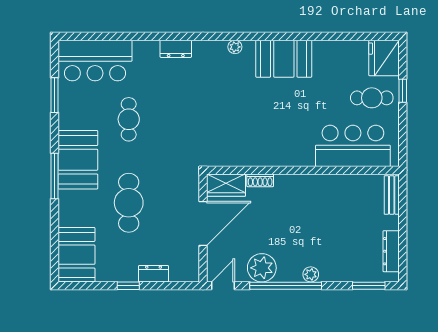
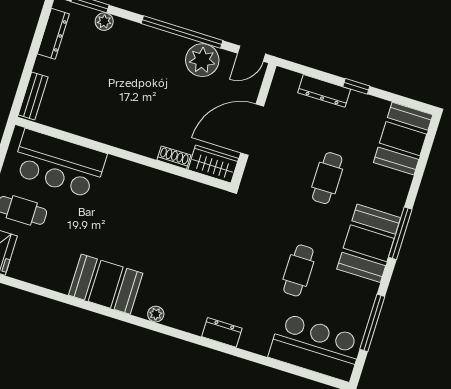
window: (54, 95) -> (372, 323), width x1.44
cafe table: (129, 203) -> (327, 178), width x0.73, depth x0.74
dresser: (154, 274) -> (324, 91), width x1.44
plant: (311, 274) -> (104, 22), moved

